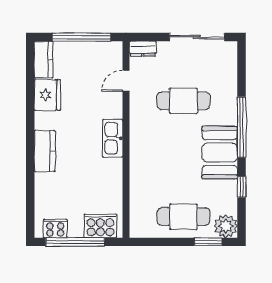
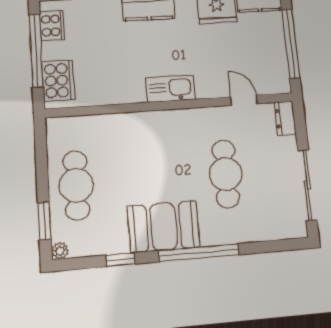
plant: (226, 226) -> (60, 251), width x0.53, depth x0.53

